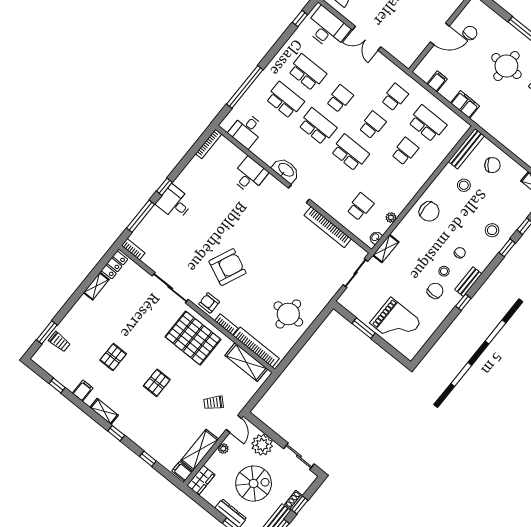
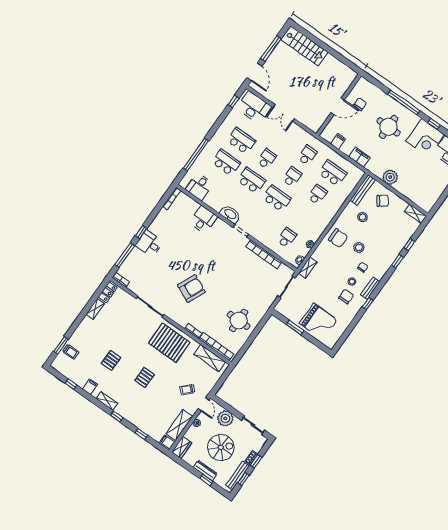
plant: (505, 134) -> (390, 177), added
stool: (492, 230) -> (359, 247), moved
armchair: (209, 303) -> (180, 316), removed

